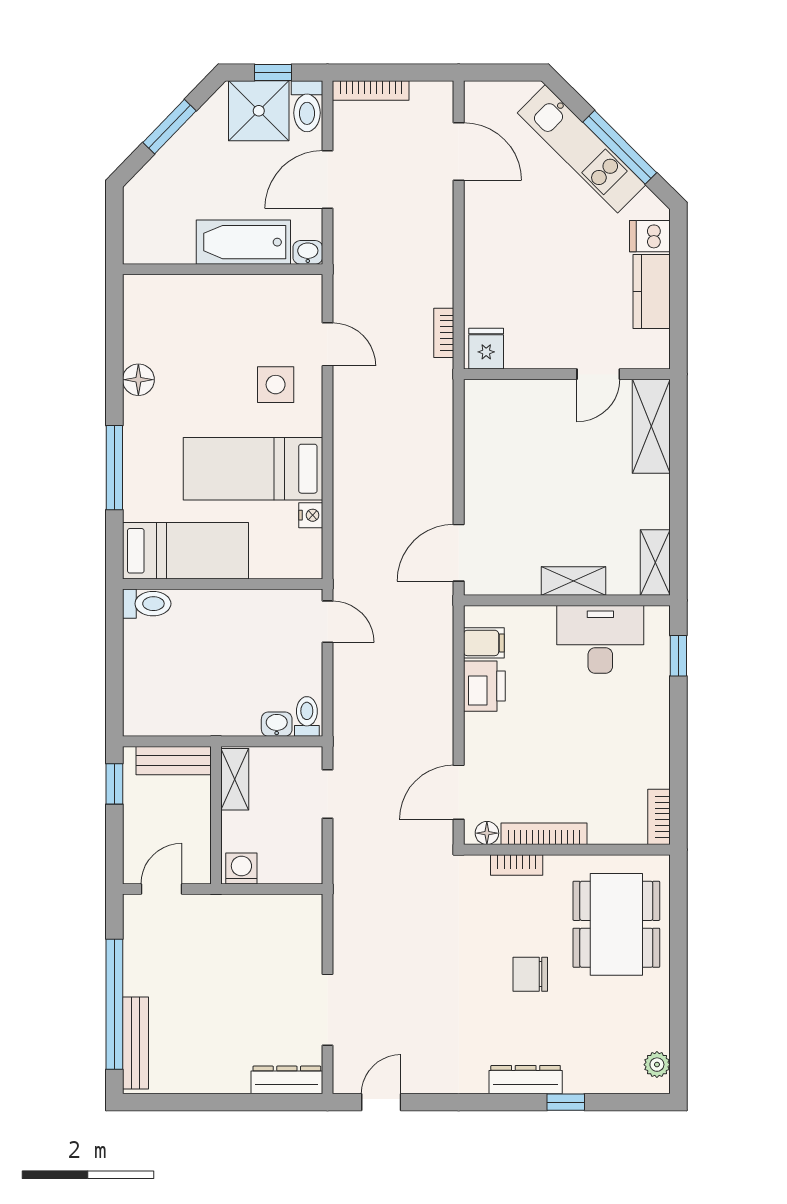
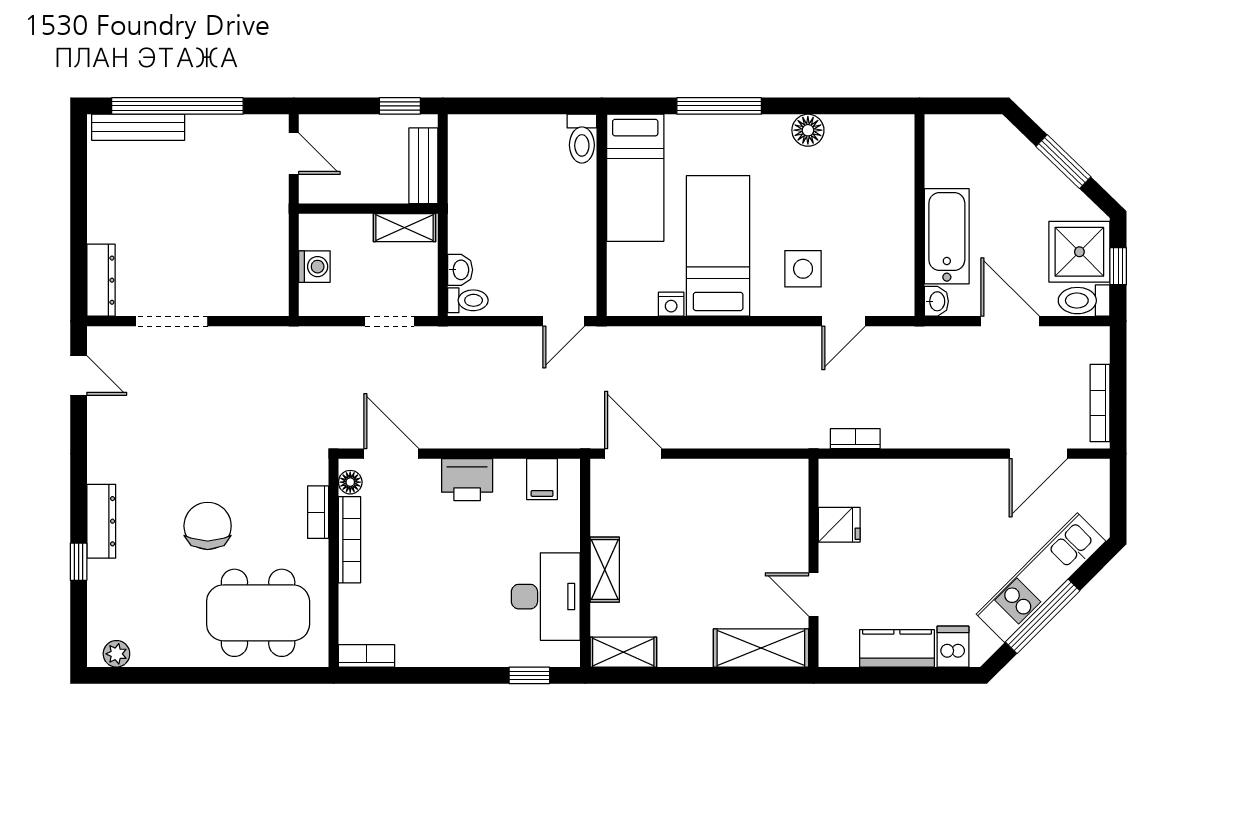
bookcase: (371, 90) -> (1100, 403), moved
fridge: (486, 349) -> (839, 525), moved
printer: (484, 686) -> (467, 480), moved
washing machine: (241, 868) -> (314, 267), moved
chair: (530, 974) -> (208, 526), width x1.37, depth x1.37

